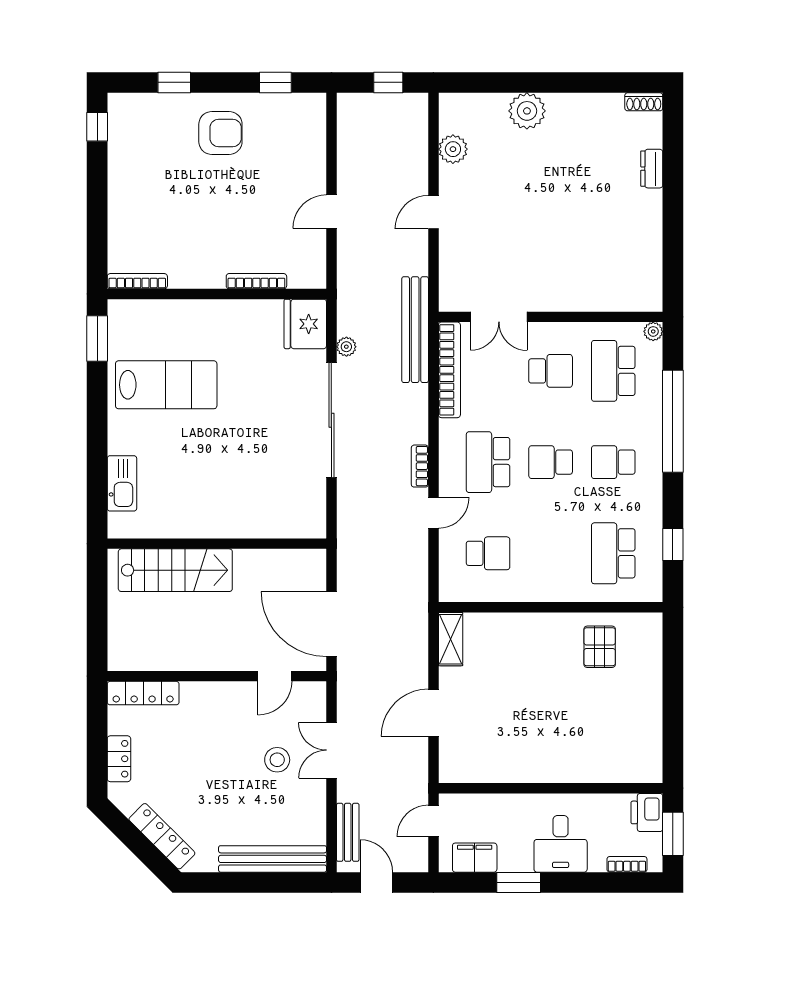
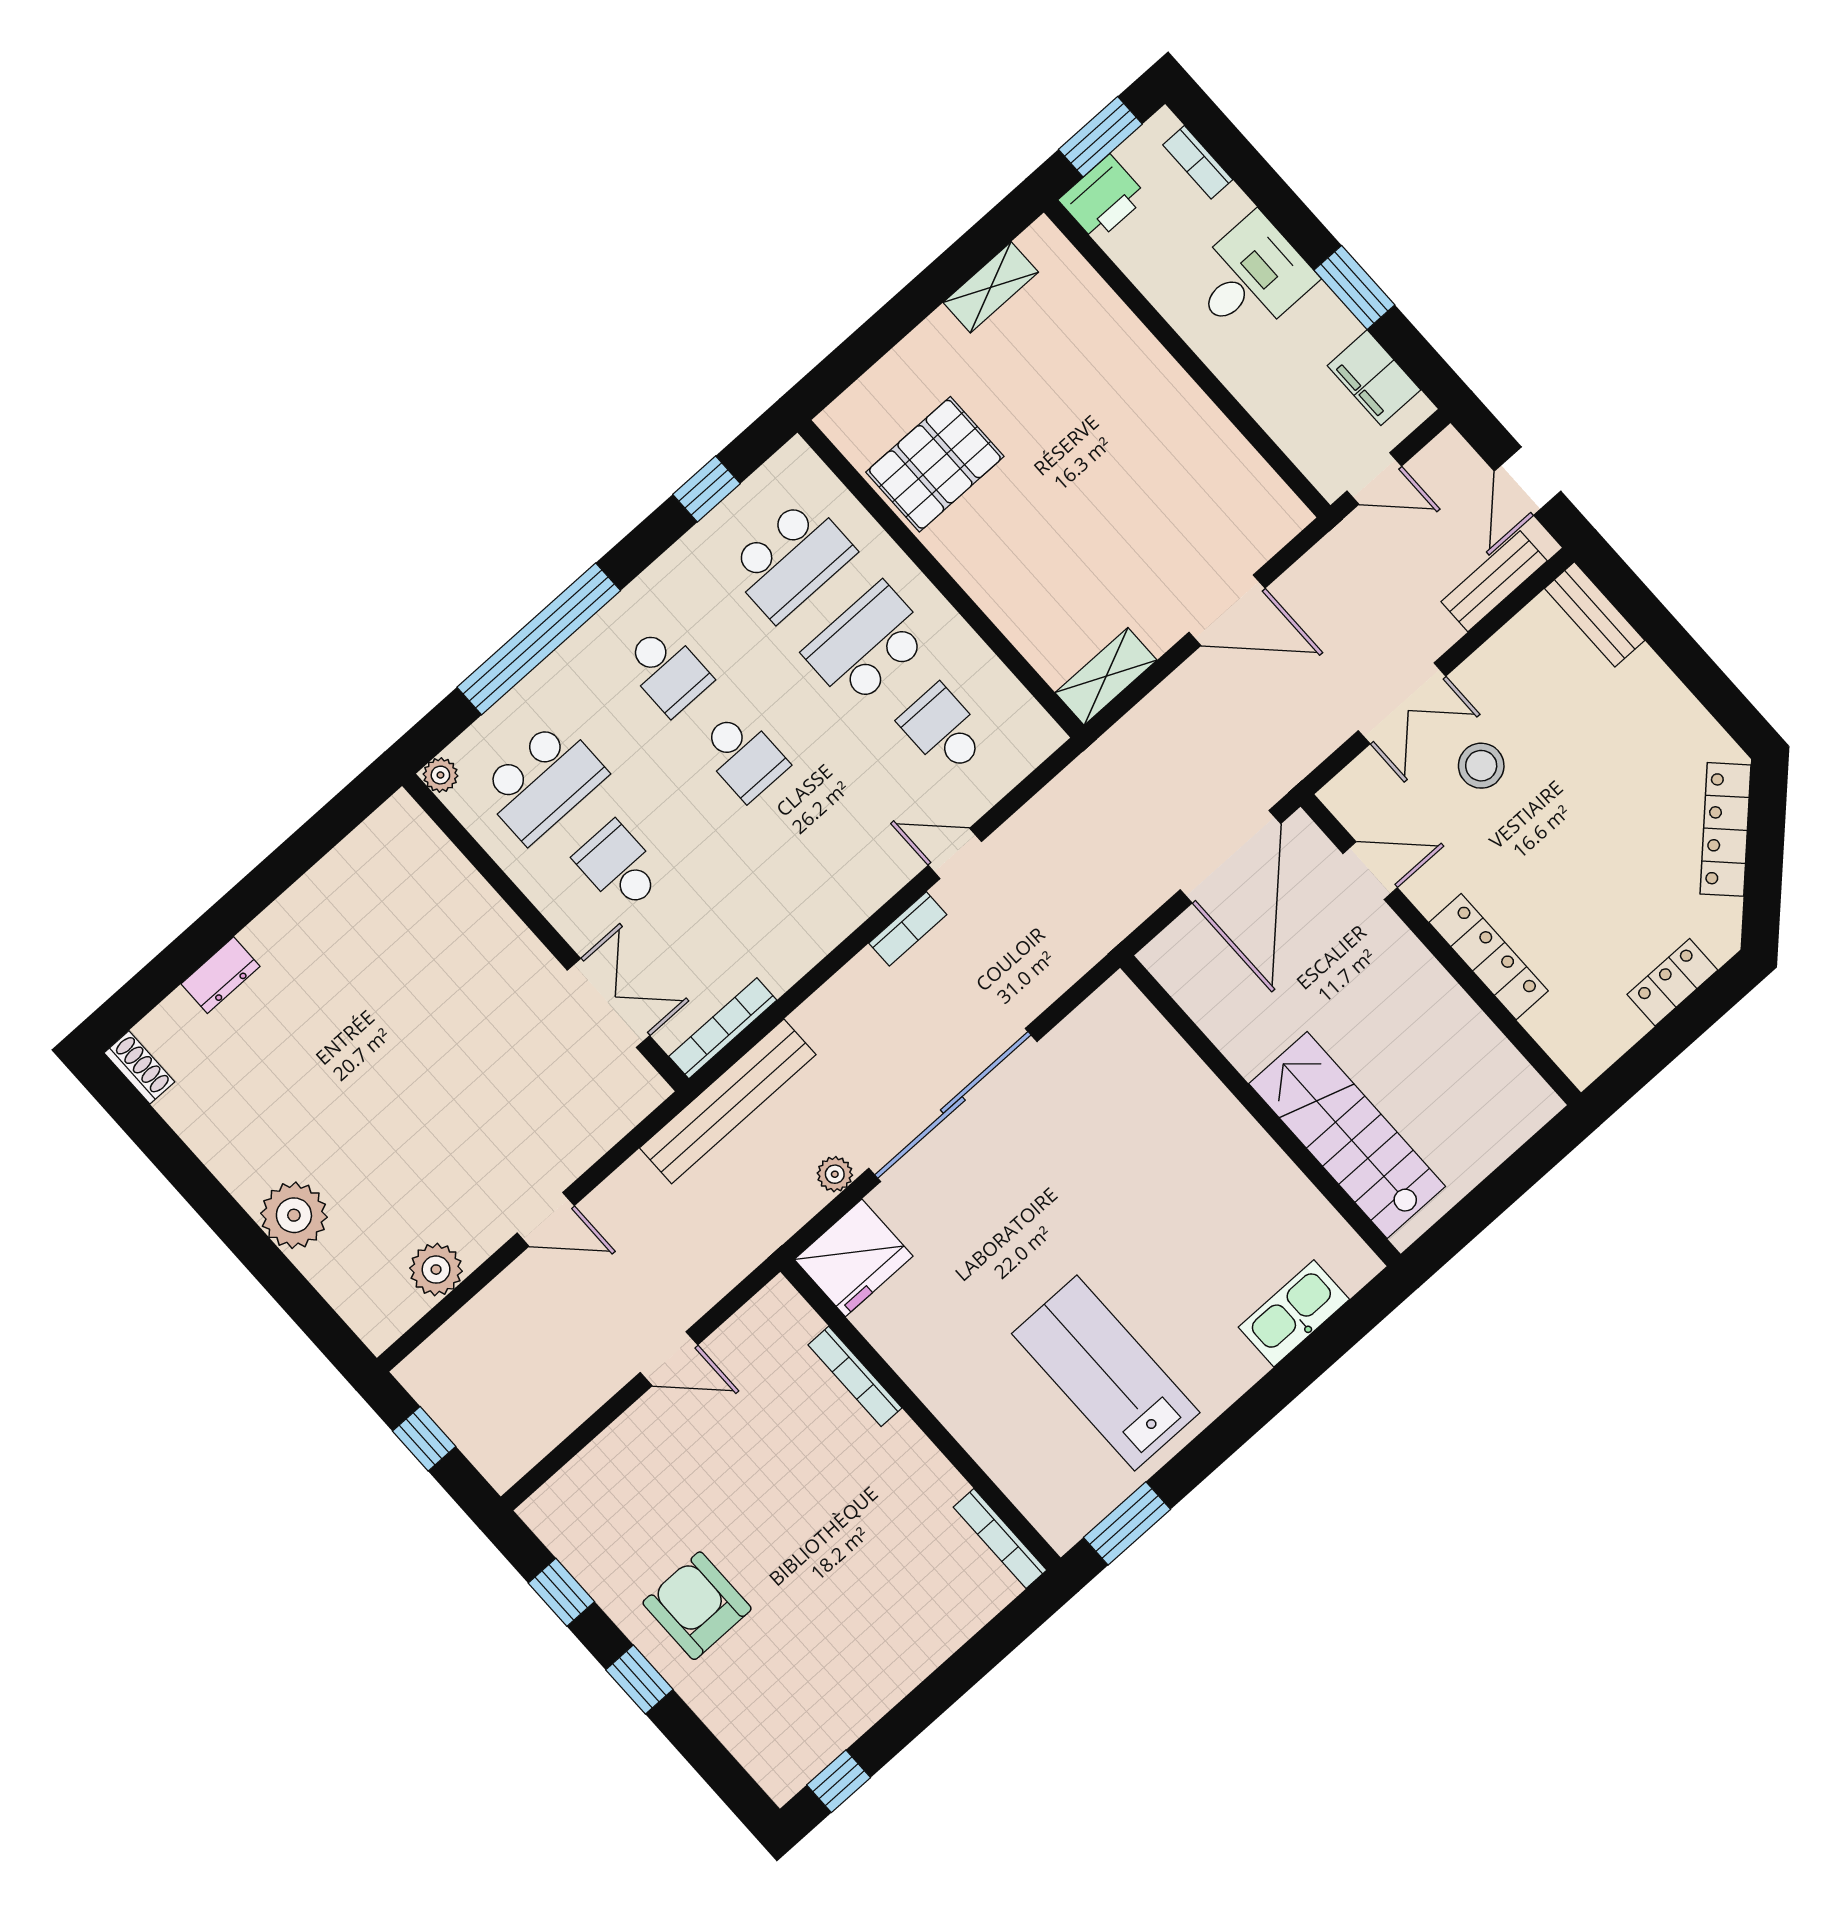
window: (174, 82) -> (639, 1680), moved
bookcase: (449, 370) -> (723, 1028), width x0.68, depth x0.76
school desk: (488, 462) -> (867, 645), moved, turned 180
pallet: (600, 647) -> (935, 464), width x1.50, depth x1.42
locker: (143, 693) -> (1489, 957), moved
shelving: (651, 734) -> (991, 287), added
bench: (273, 859) -> (1595, 614), width x0.54, depth x0.82

